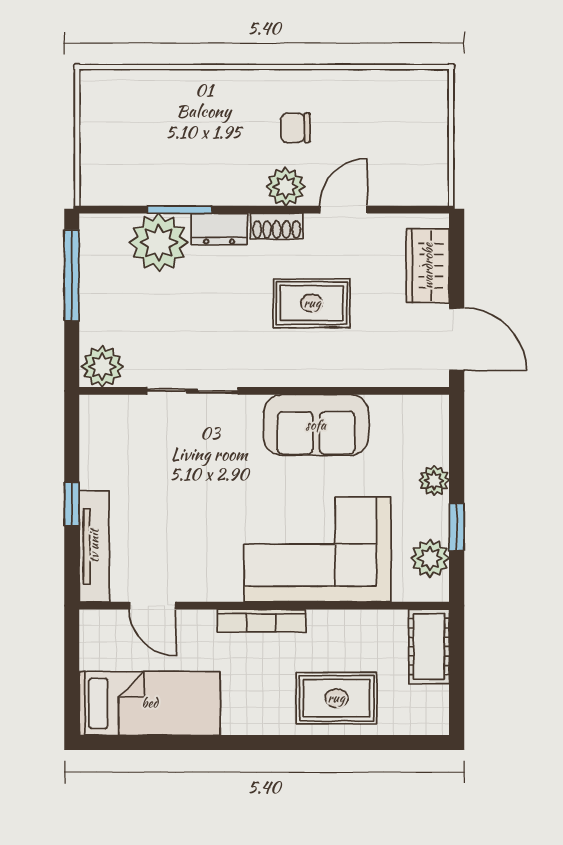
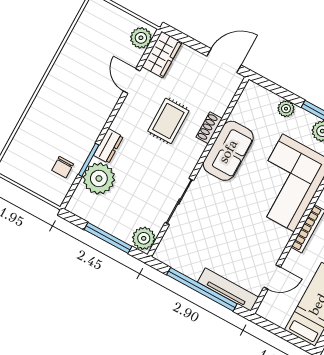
chair: (295, 128) -> (63, 167), moved
plant: (286, 187) -> (141, 38), moved
shoe rack: (277, 226) -> (209, 128), moved, turned 180
wardrobe: (428, 266) -> (162, 55), moved, turned -90
window: (72, 275) -> (108, 238), moved
window: (72, 504) -> (202, 289), width x3.17

